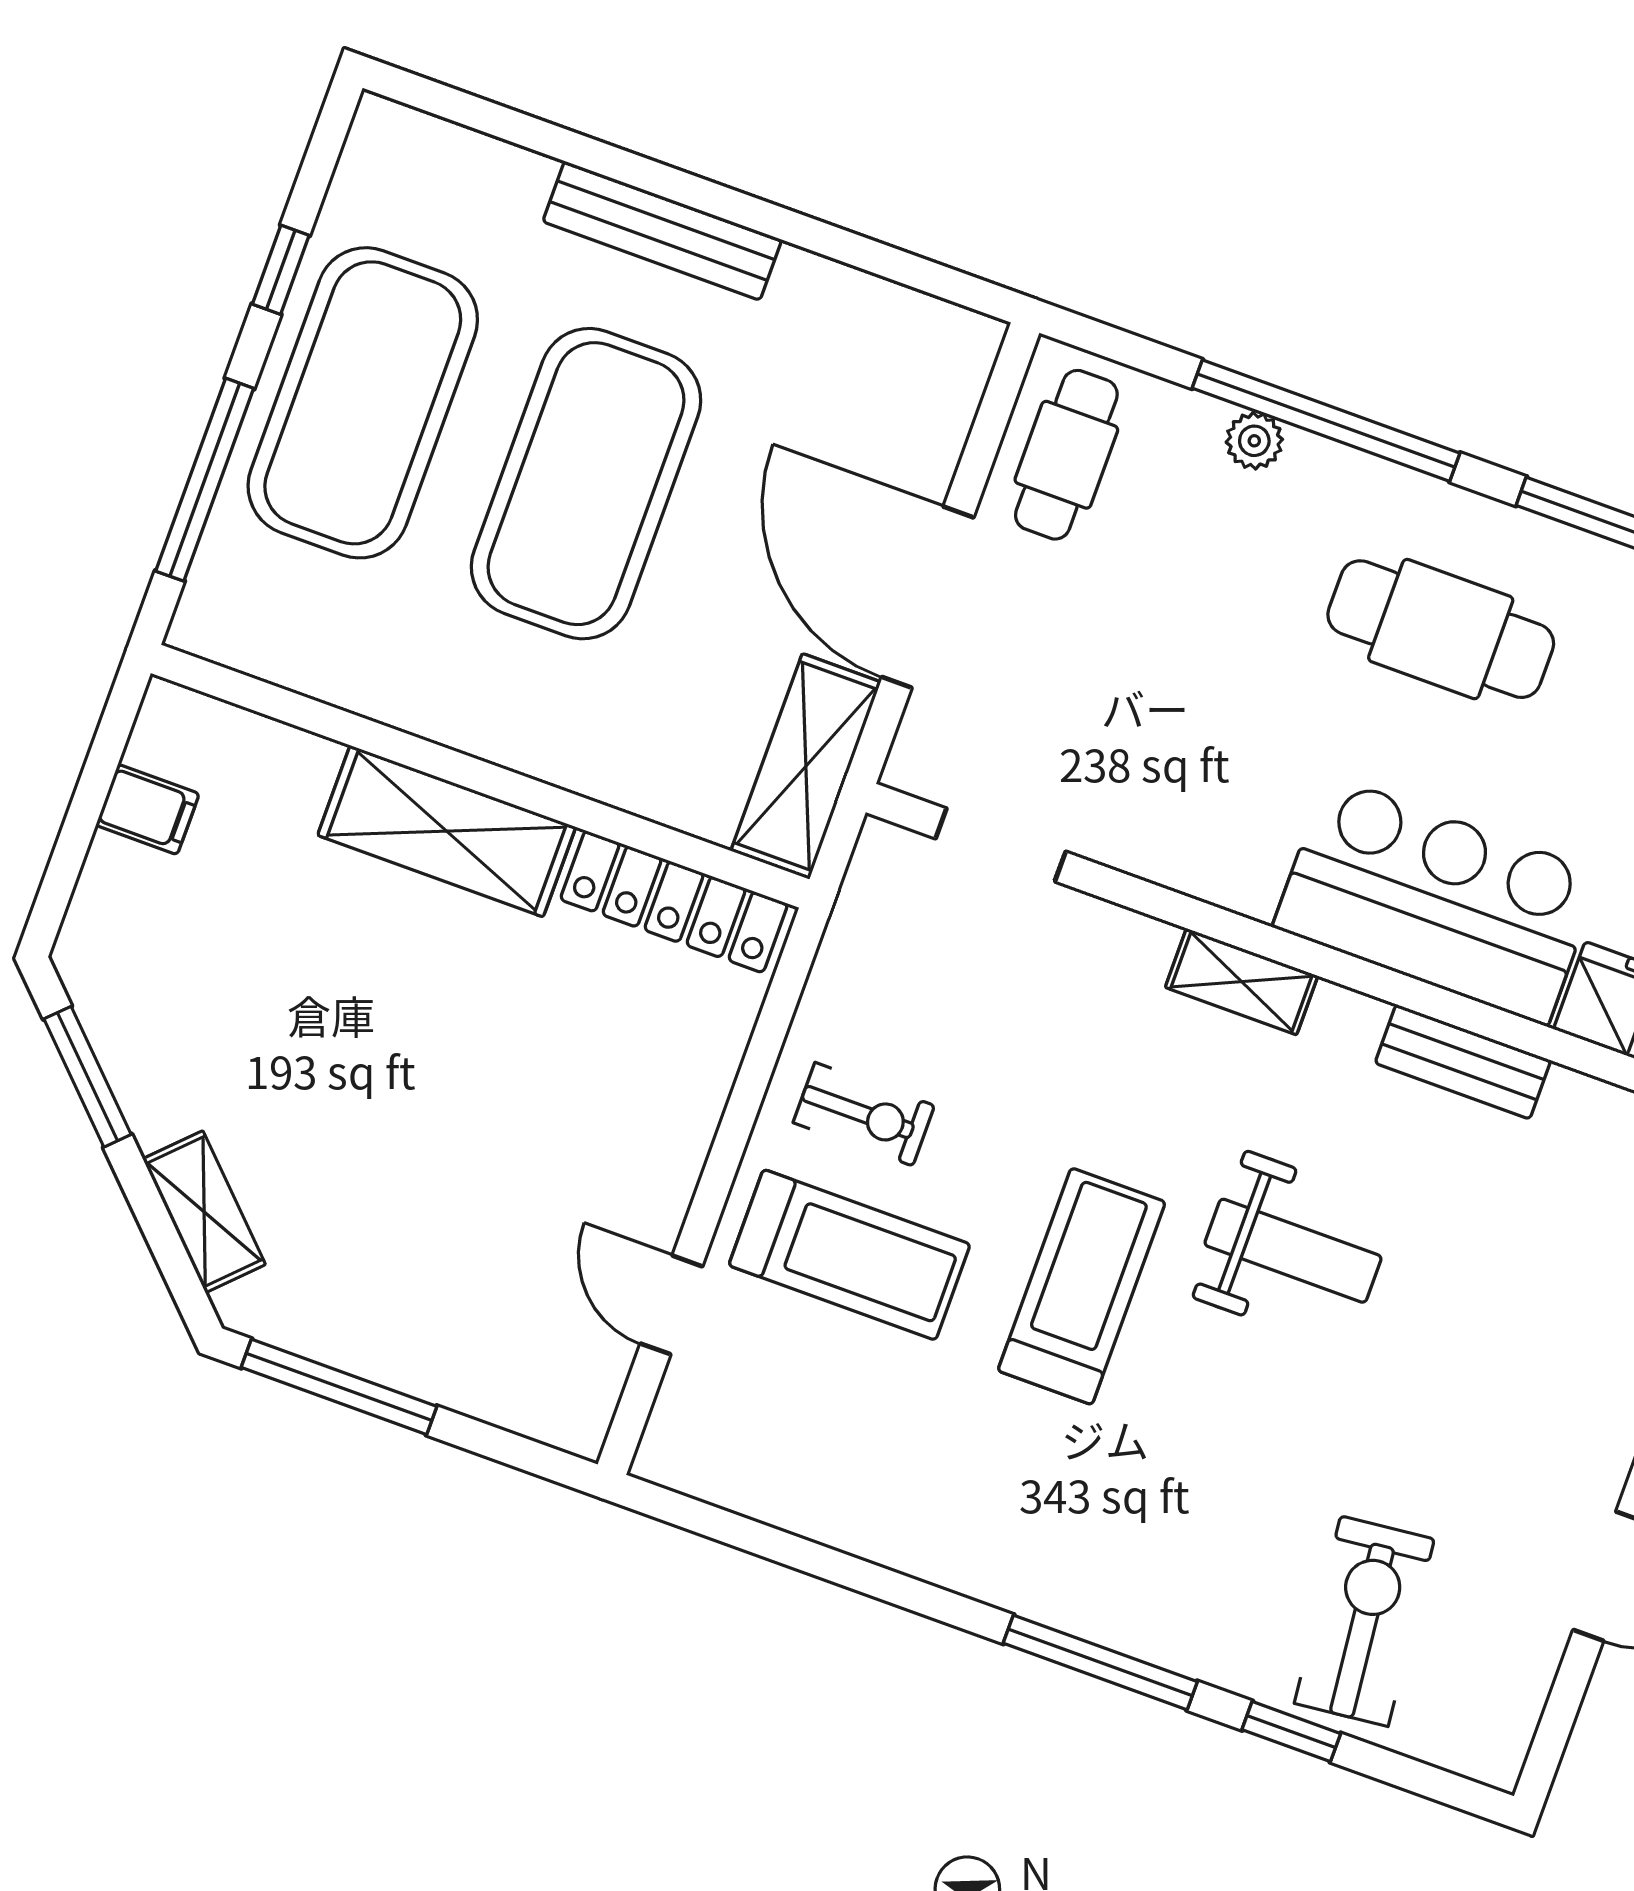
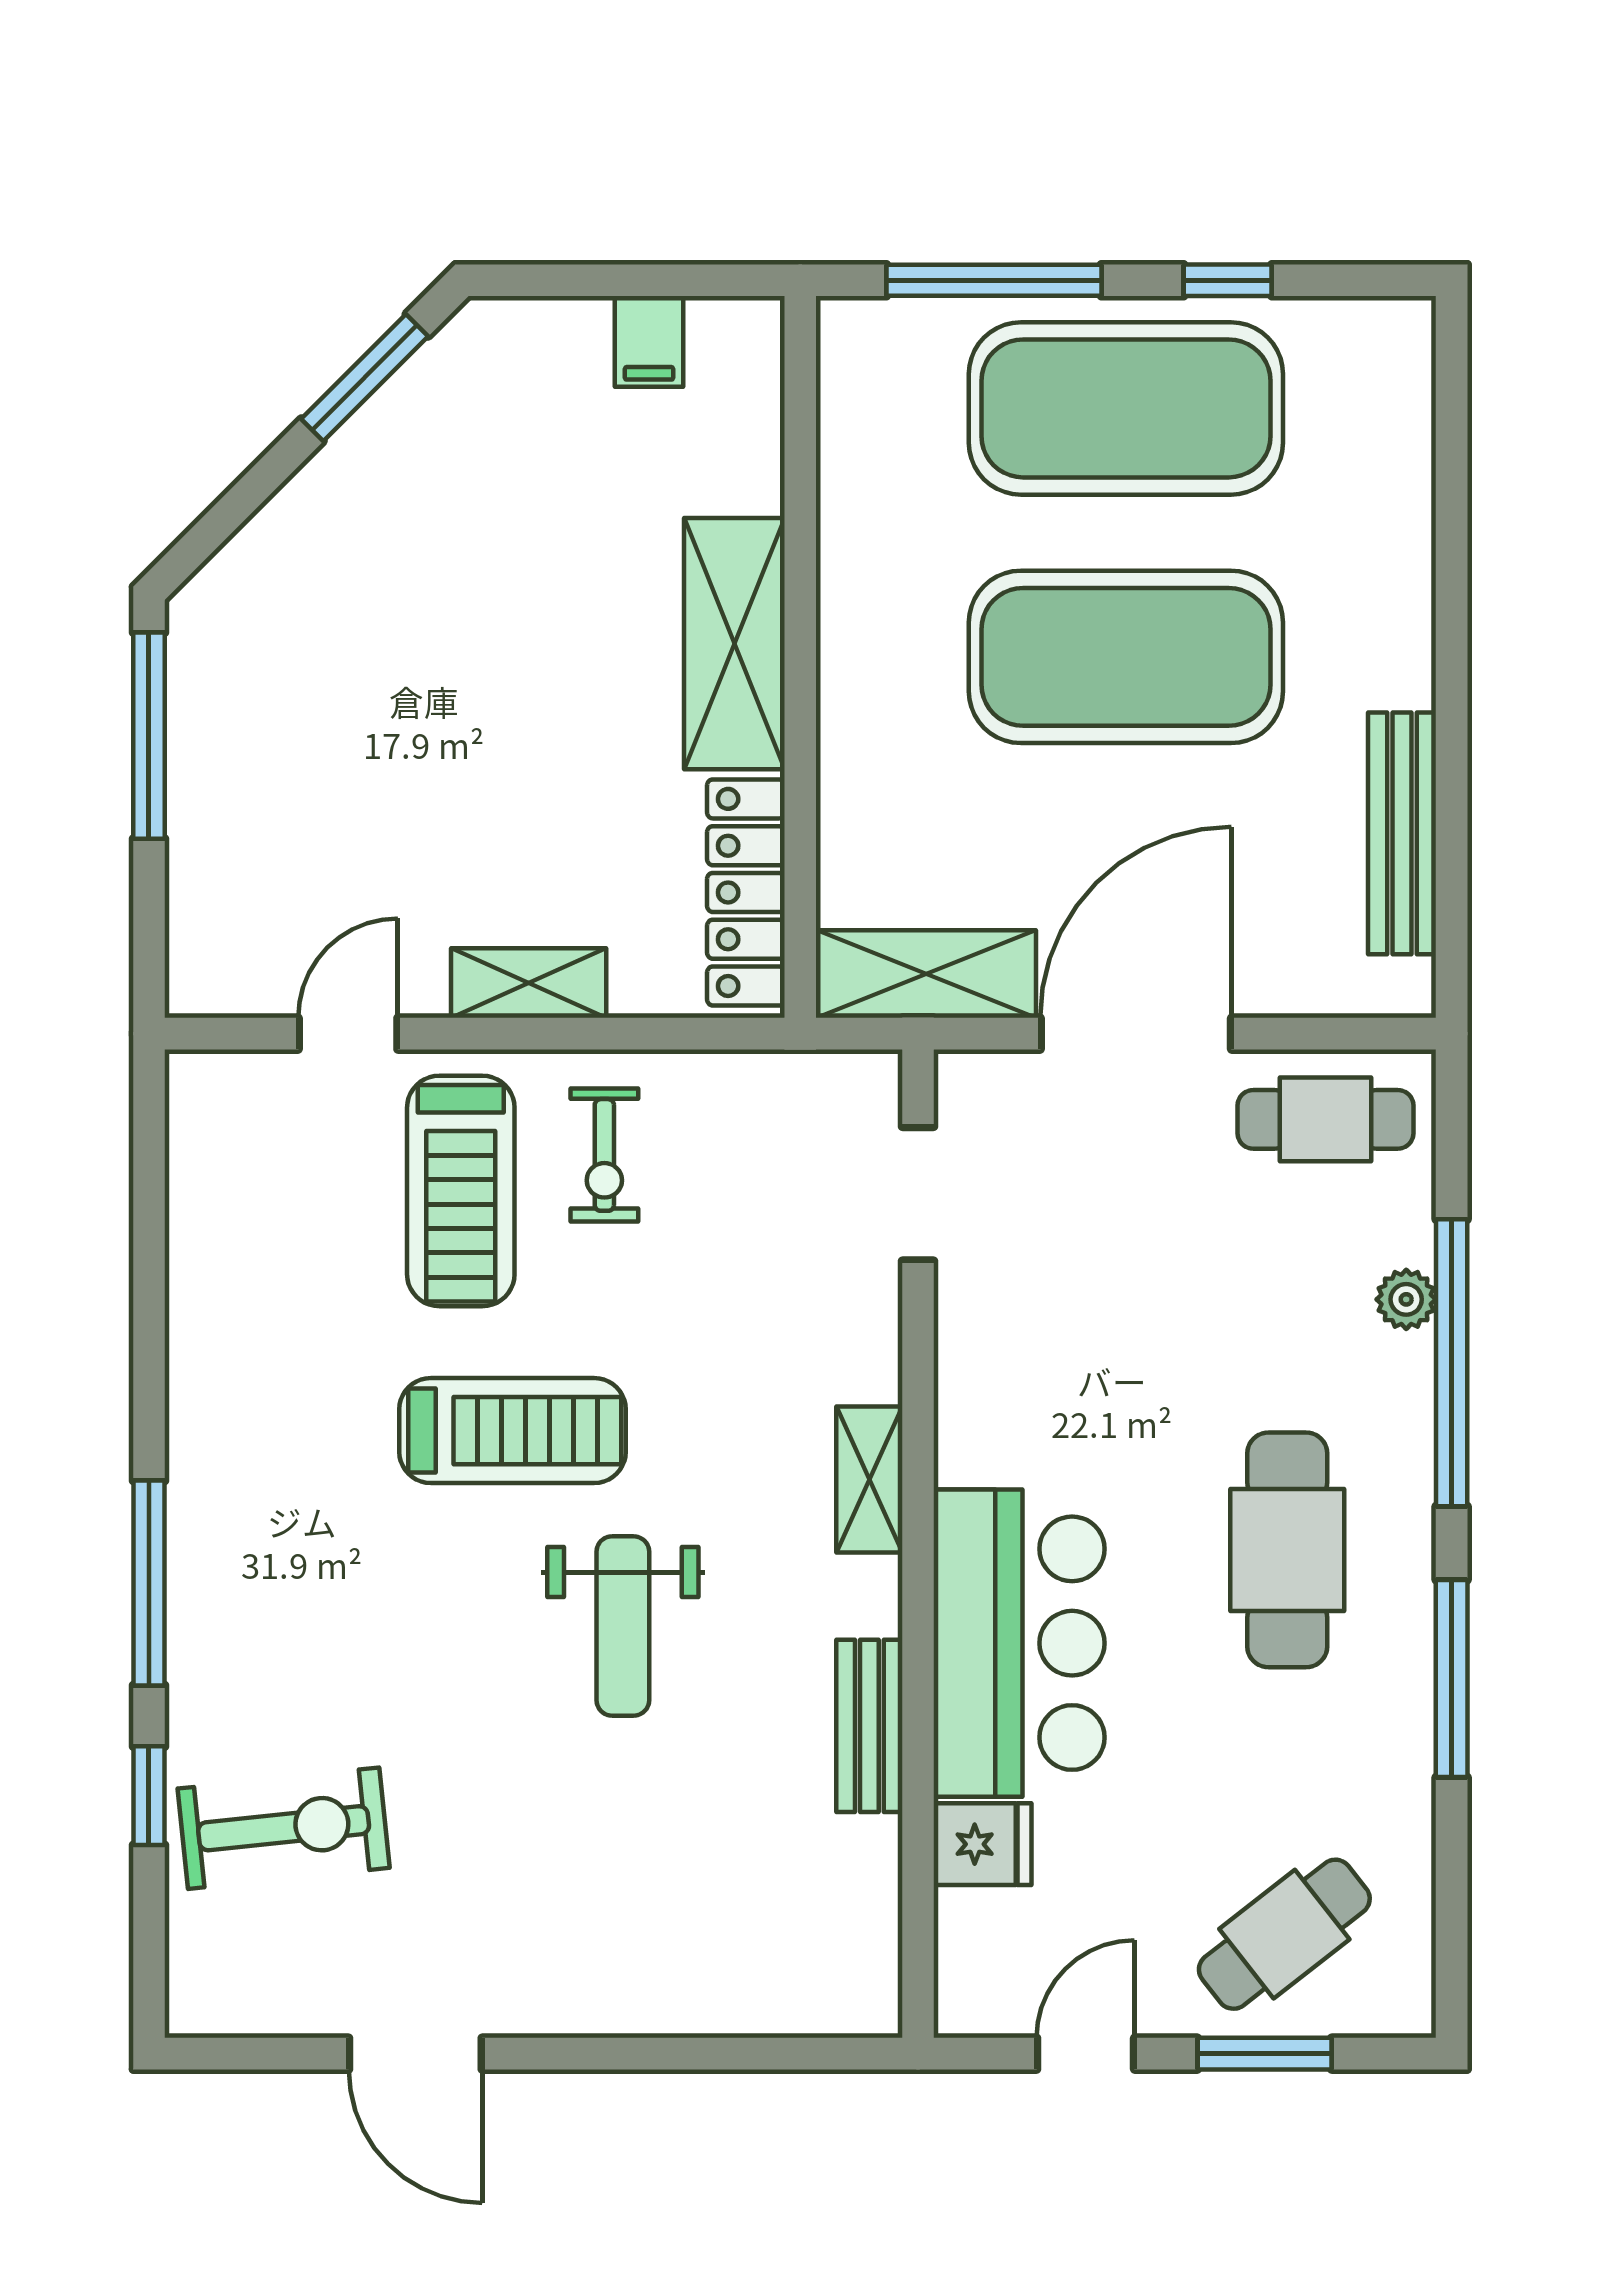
bench: (662, 231) -> (1402, 833), moved
shelving: (204, 1212) -> (529, 983), moved, turned 45

